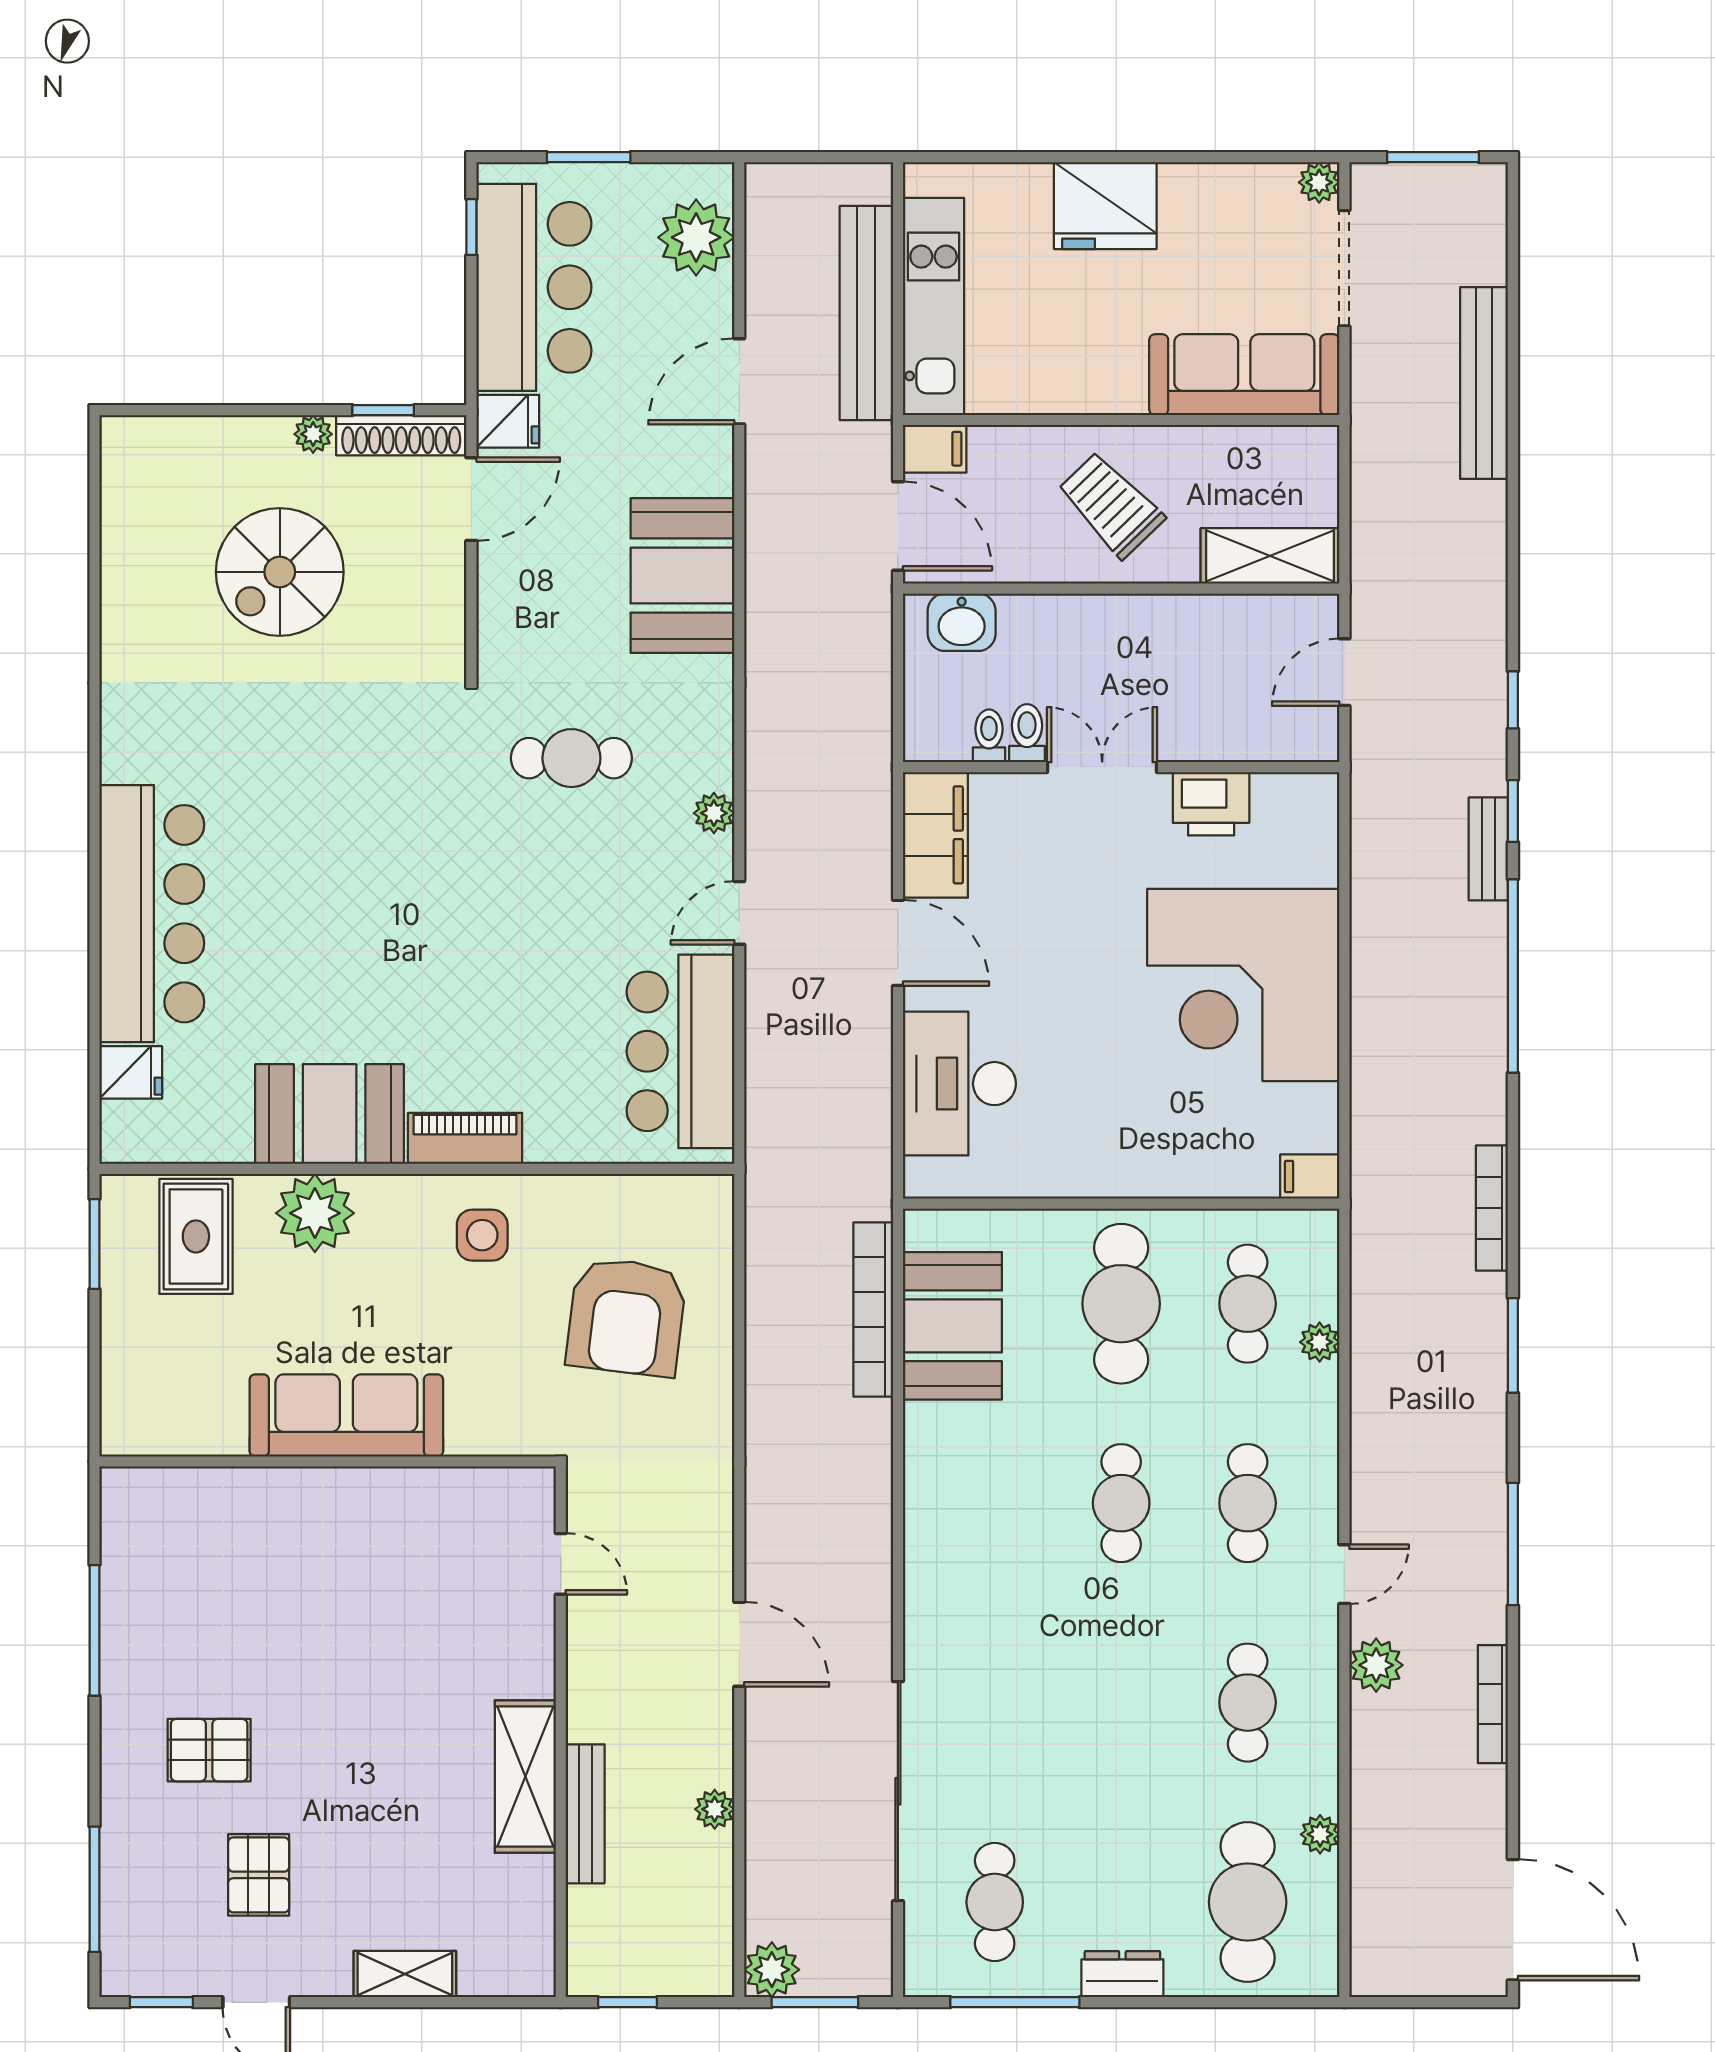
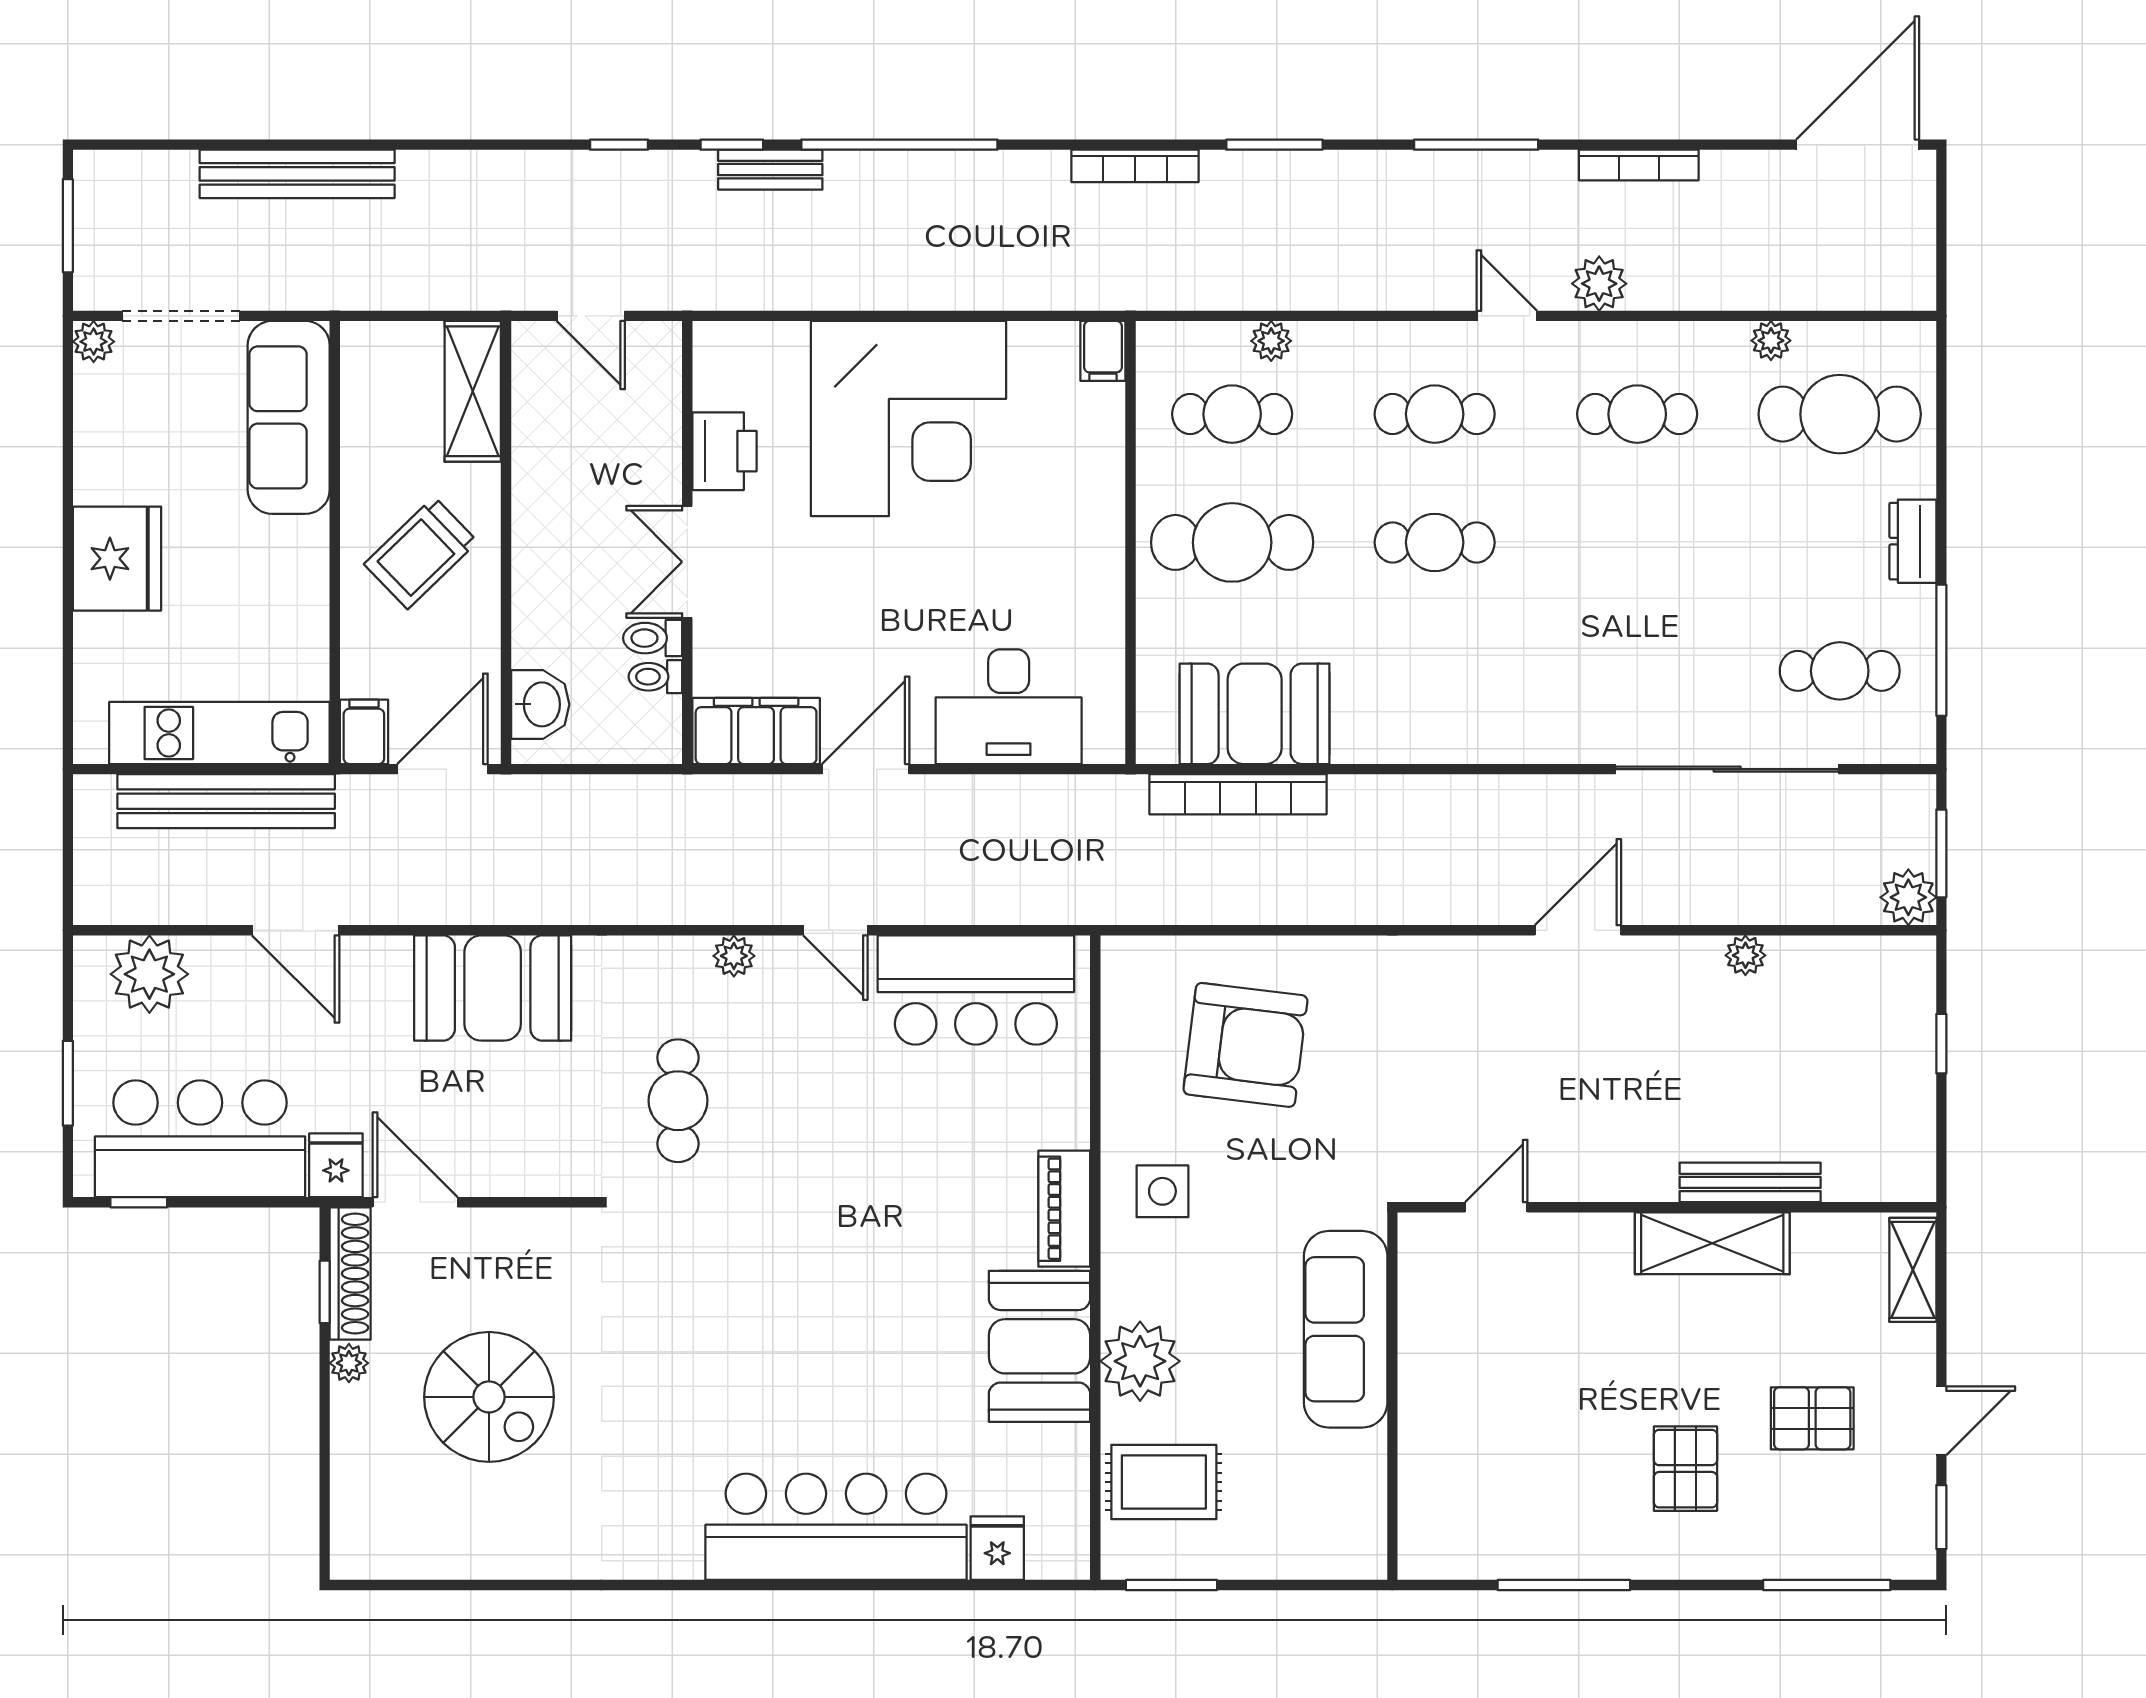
door: (561, 1564) -> (1496, 1207), moved
wall: (561, 1732) -> (1667, 1207), moved
shelving: (525, 1777) -> (1712, 1243), moved
bench: (585, 1814) -> (1750, 1182), moved

